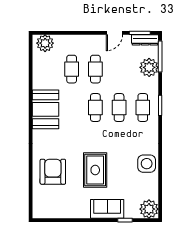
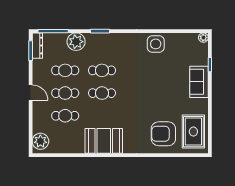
door: (114, 33) -> (31, 93), moved
plant: (149, 67) -> (76, 42), moved
cafe table: (143, 108) -> (65, 70), moved
rug: (95, 170) -> (193, 132), moved, turned 90
plant: (149, 209) -> (203, 38), width x0.53, depth x0.53

